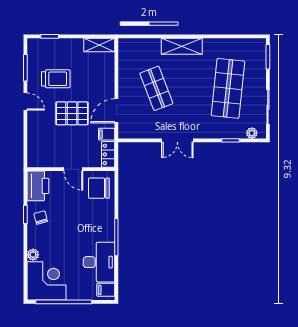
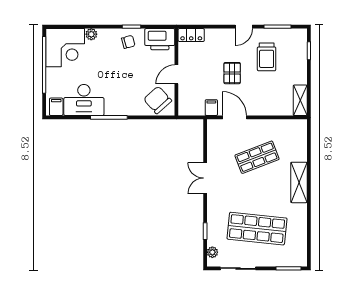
pallet: (72, 113) -> (232, 73), width x0.67, depth x0.71
locker: (108, 154) -> (191, 35), moved, turned 180
chair: (99, 188) -> (158, 100), turned -42

